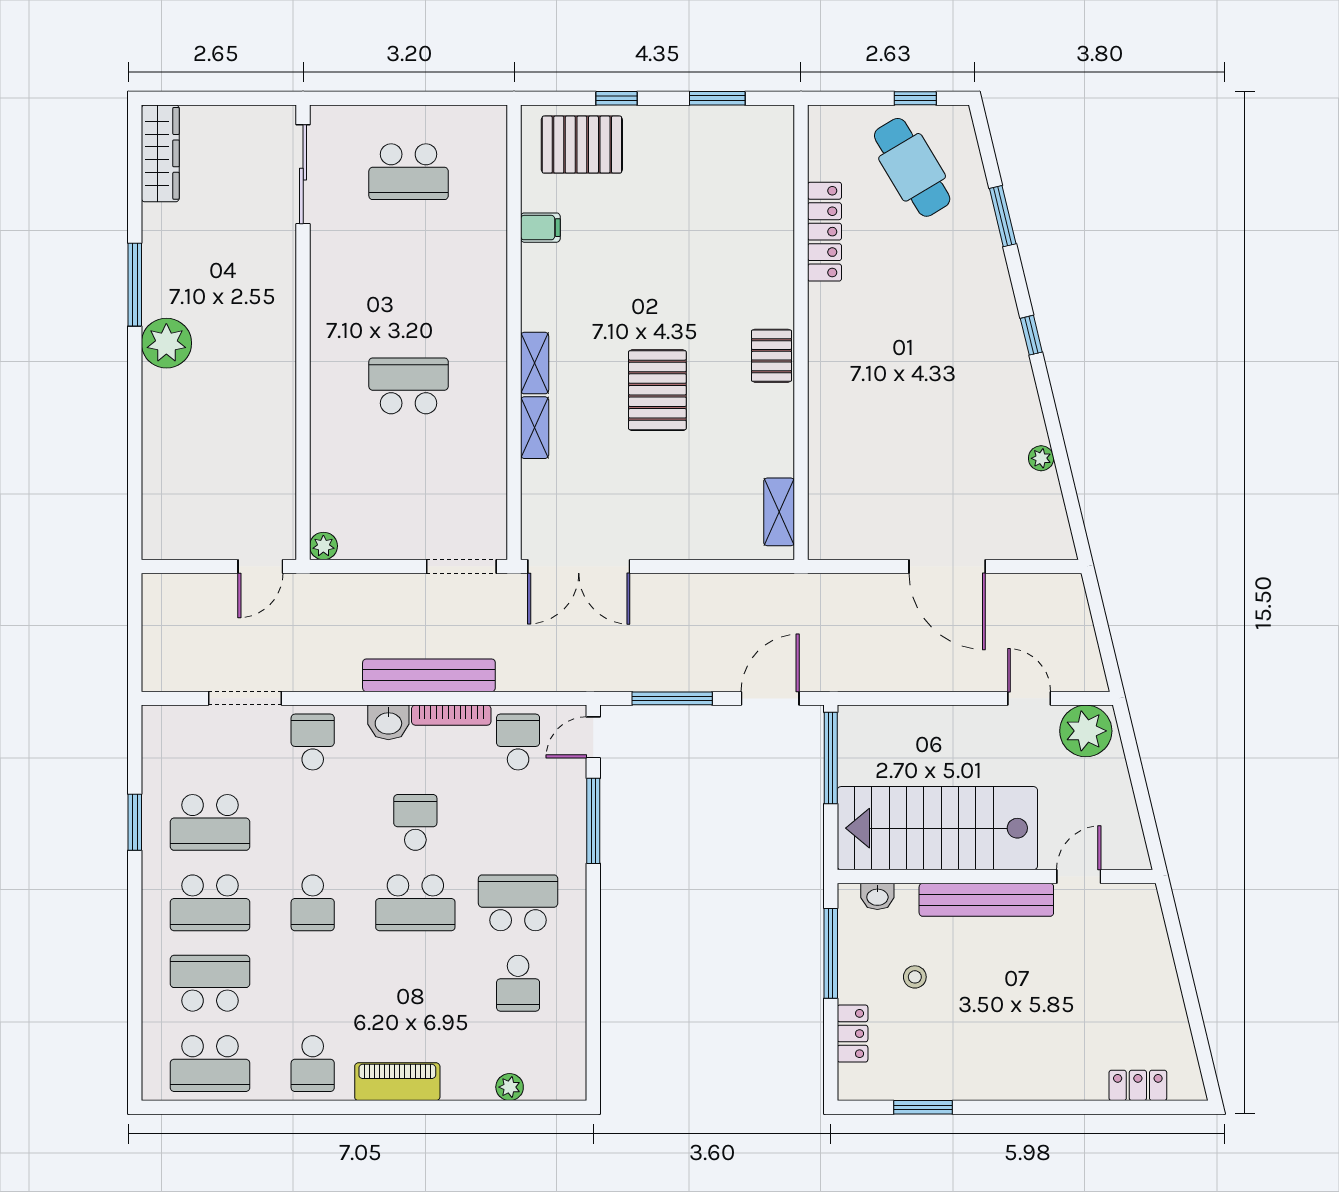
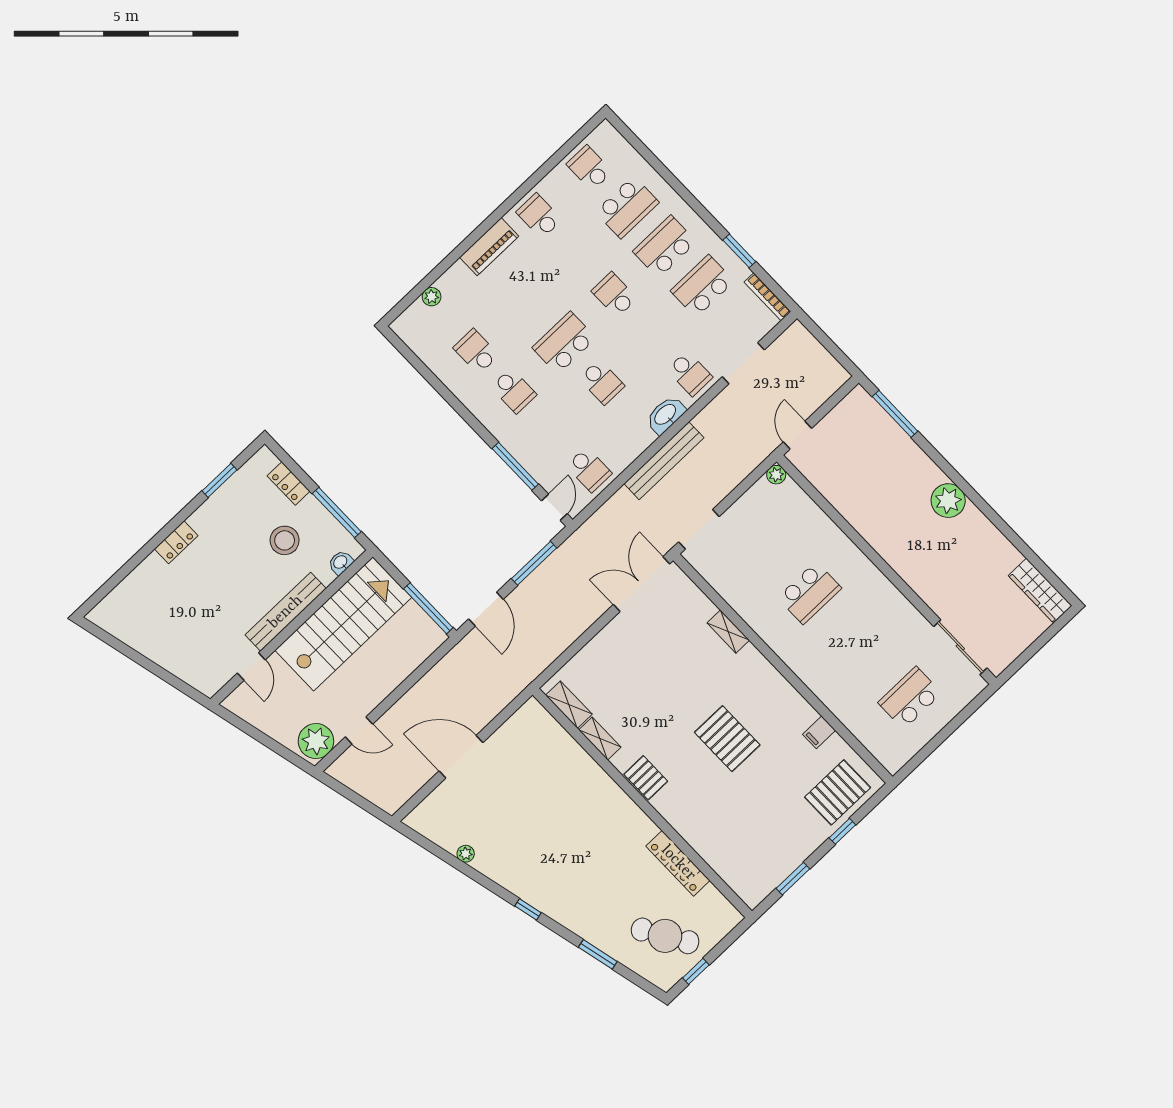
window: (135, 285) -> (895, 414), moved
shelving: (535, 363) -> (600, 739), moved
pallet: (657, 390) -> (727, 739), moved
bookcase: (451, 715) -> (767, 297), moved, turned -90
washbasin: (388, 722) -> (666, 415), width x1.38
school desk: (518, 903) -> (514, 391), width x0.54
stool: (915, 977) -> (285, 540), width x1.89, depth x1.89
school desk: (210, 1064) -> (589, 168), width x0.54
locker: (1138, 1085) -> (176, 542), moved

